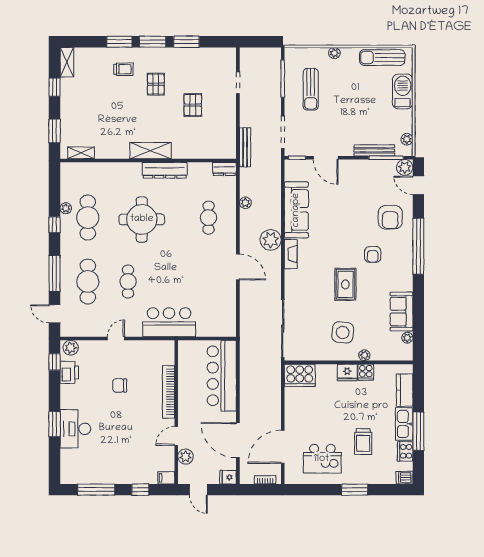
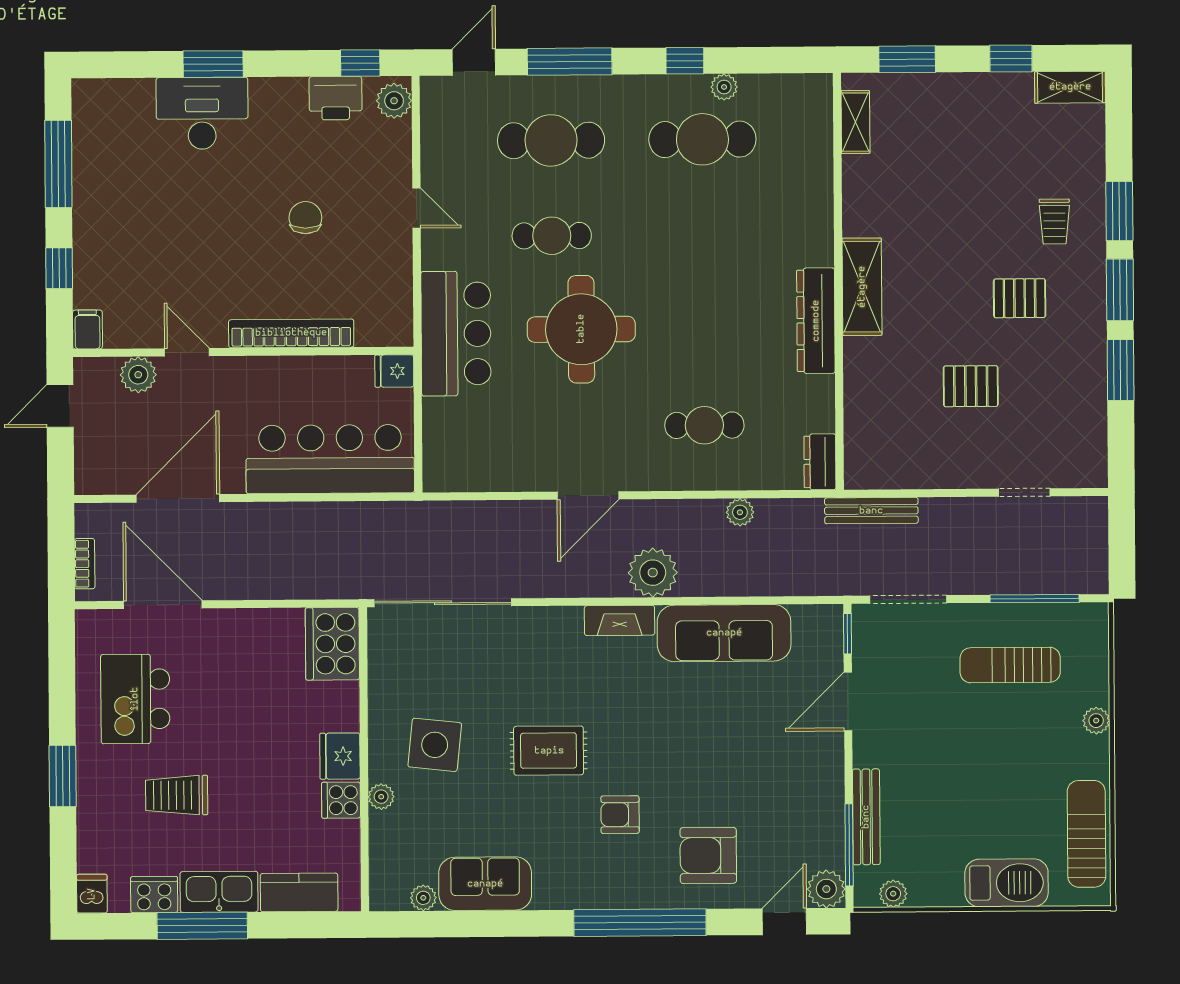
round table: (142, 219) -> (581, 329), moved
fridge: (228, 477) -> (394, 371), moved, turned -90

